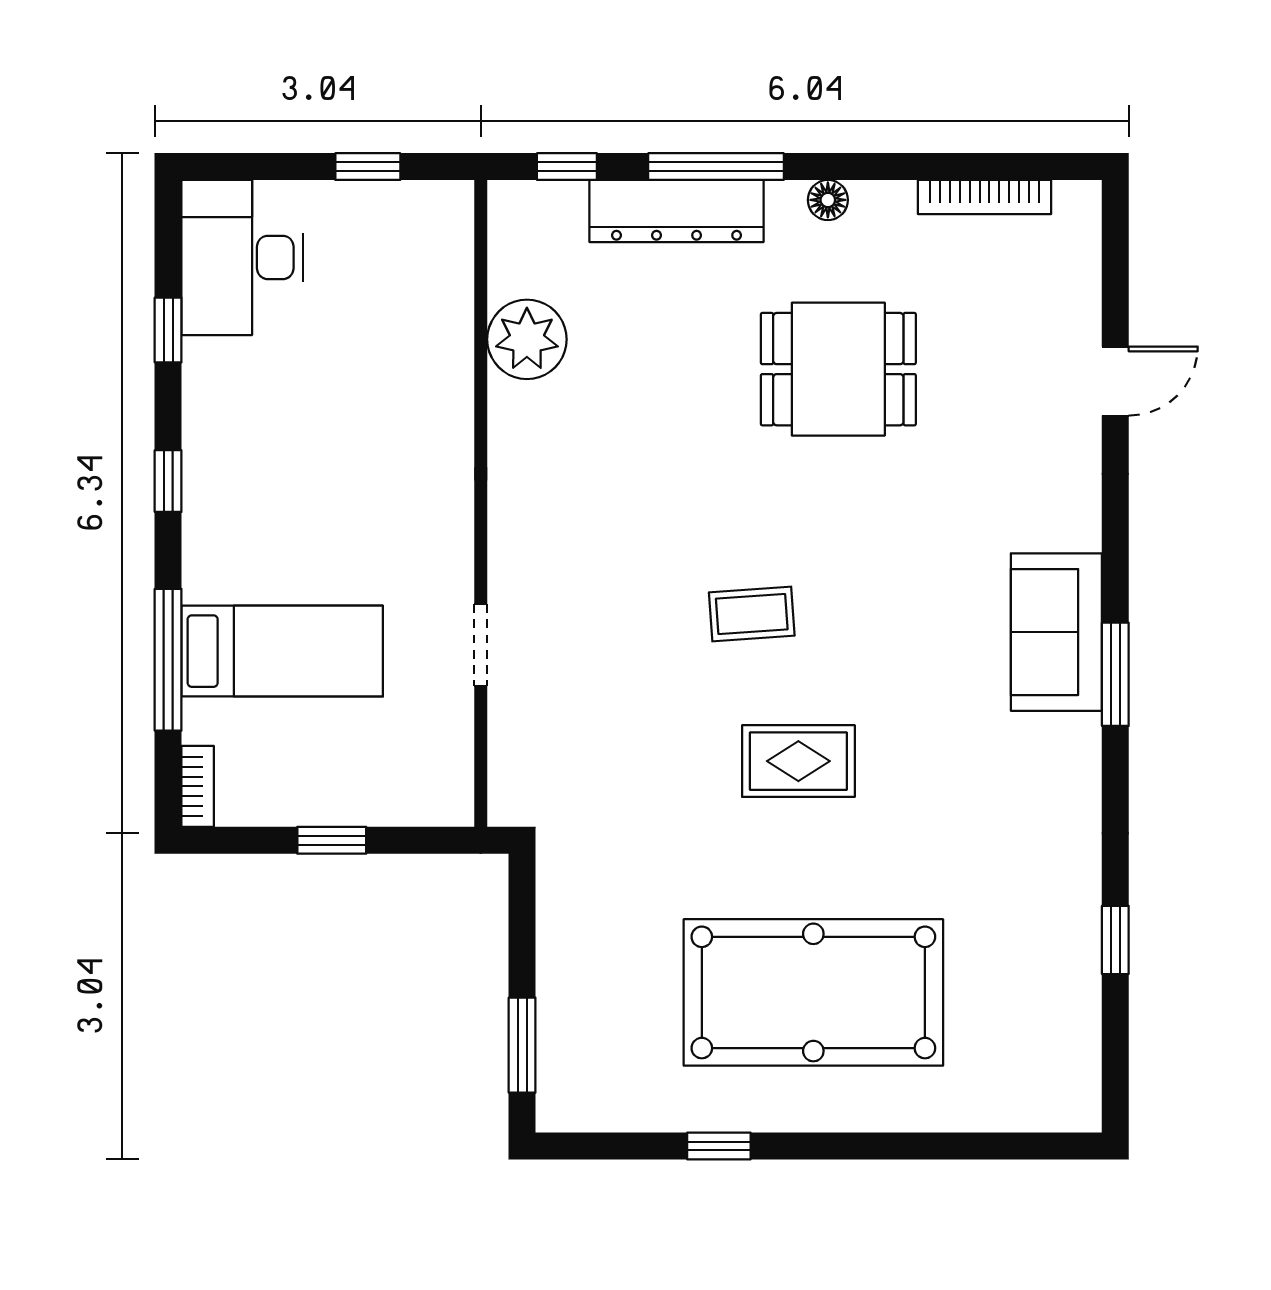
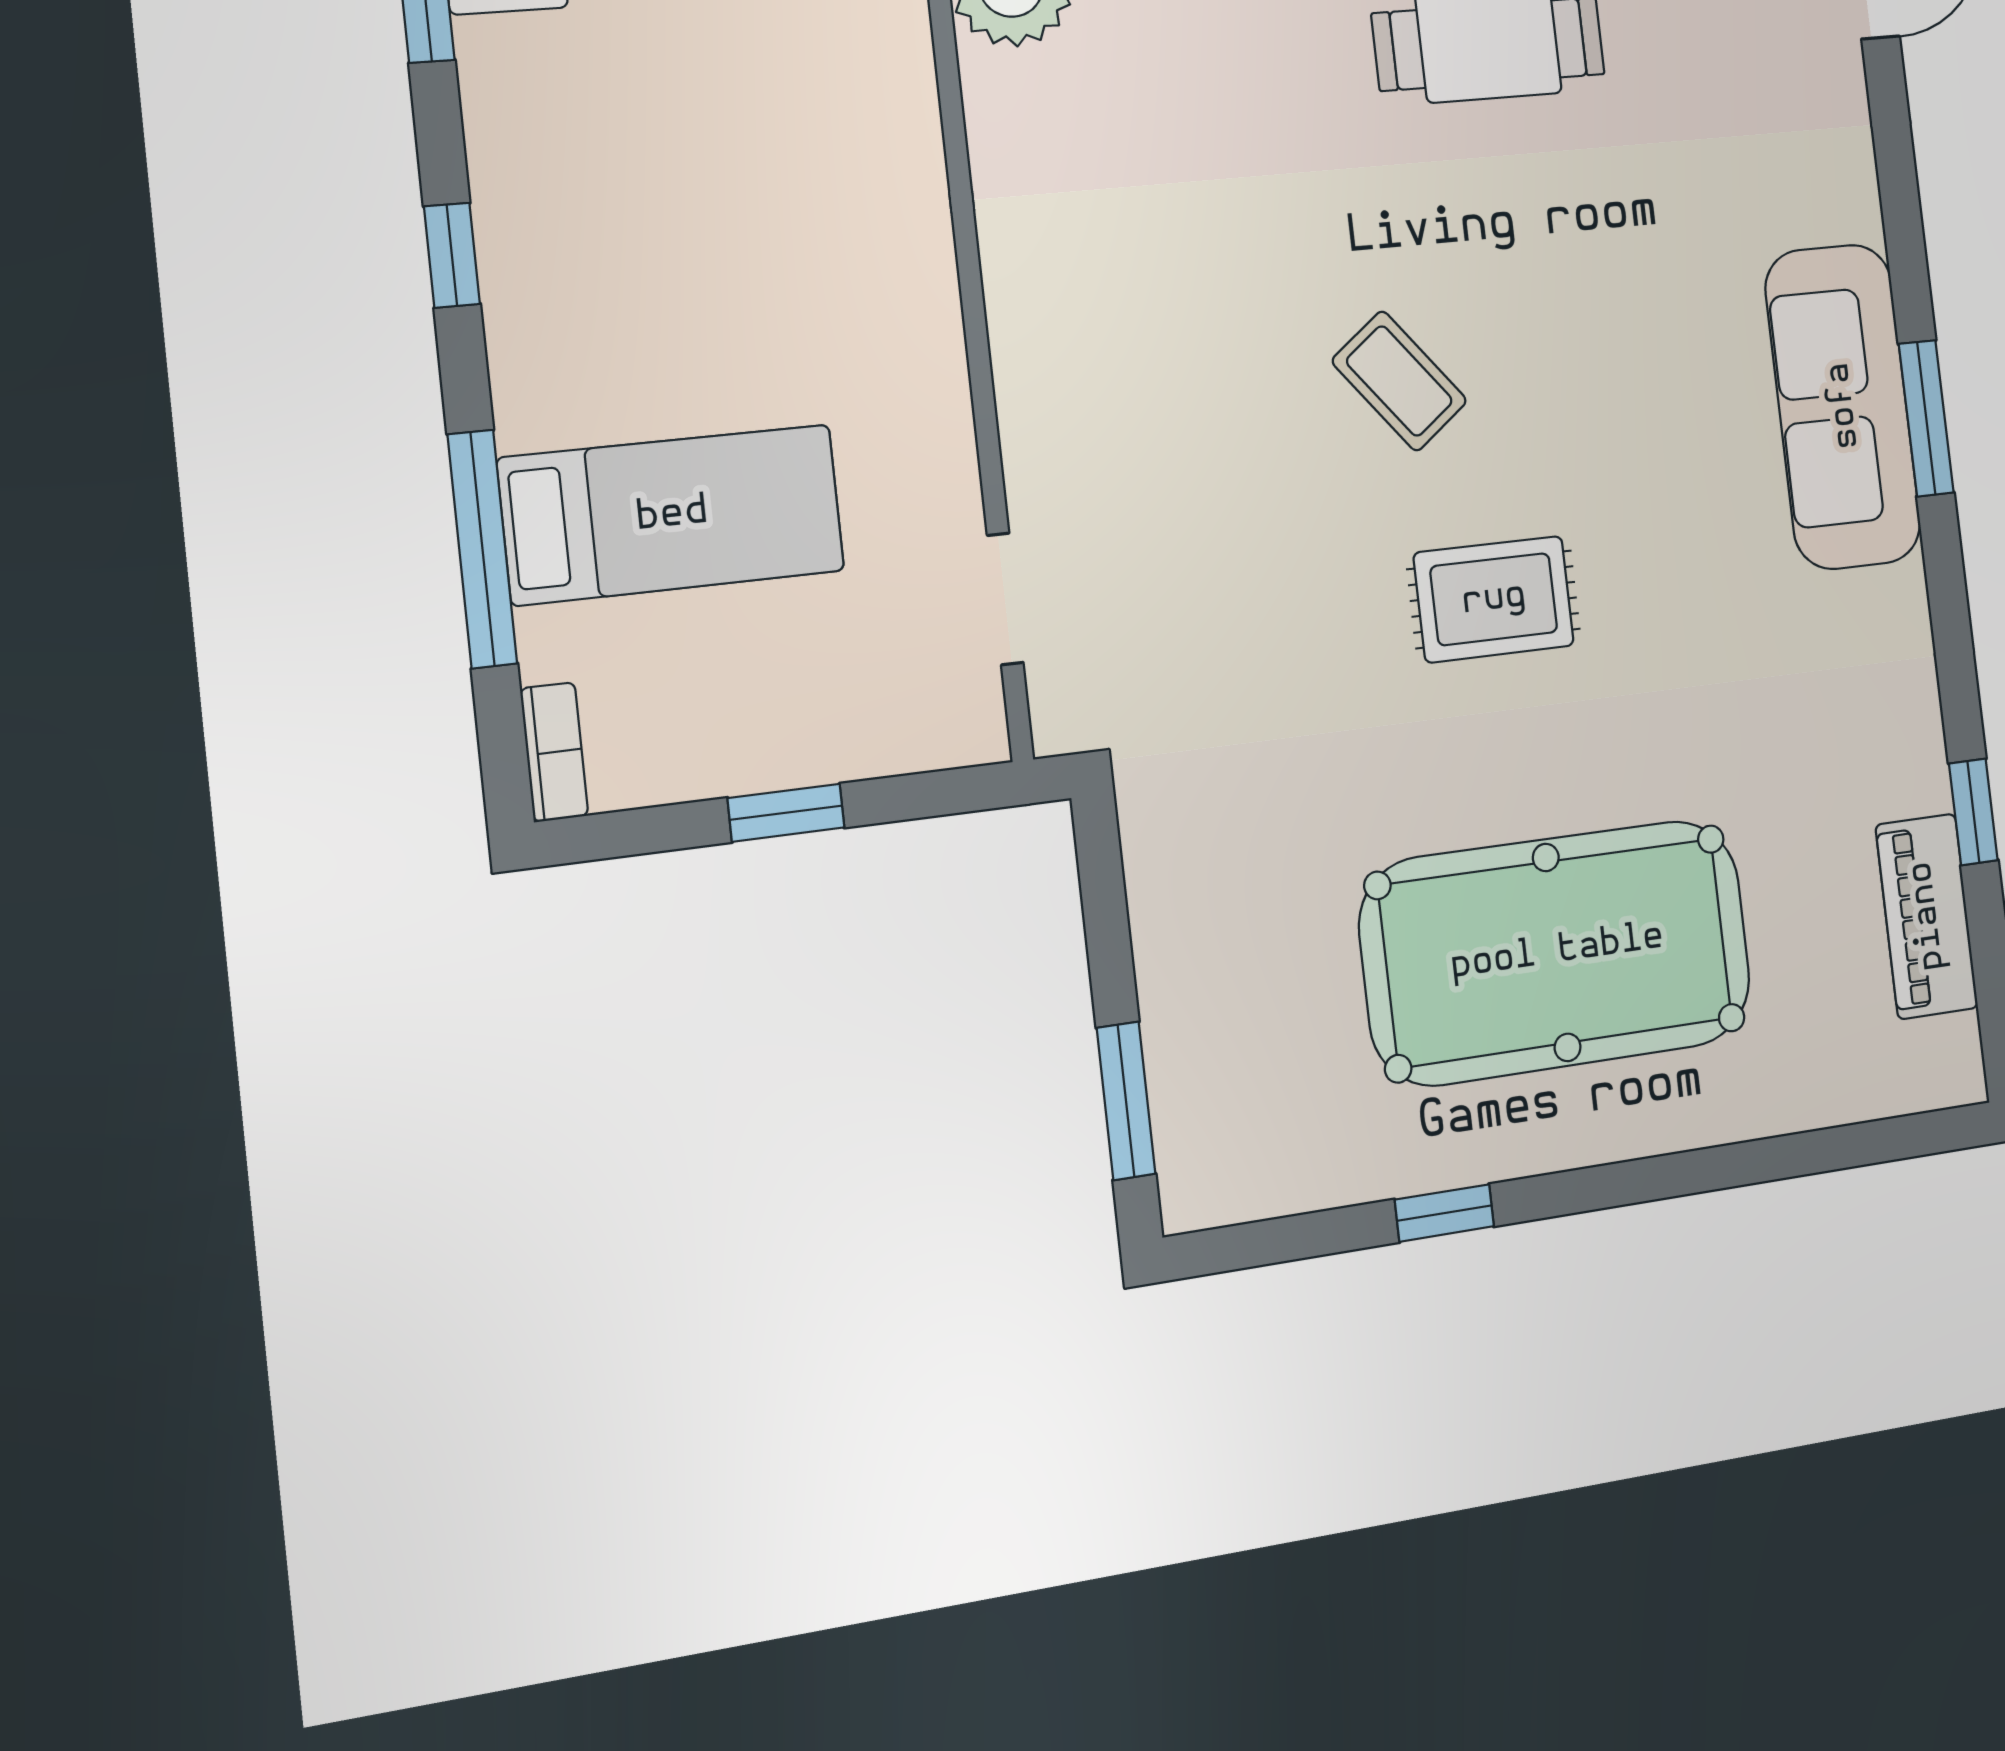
coffee table: (752, 614) -> (1399, 381), turned 56
sofa: (1056, 632) -> (1843, 406), width x1.36
doorway: (481, 645) -> (1005, 599), moved
piano: (1073, 1004) -> (1927, 916), added

